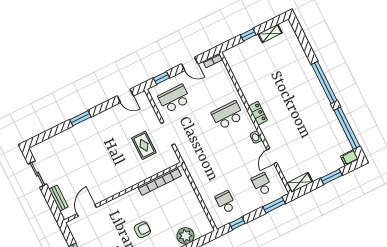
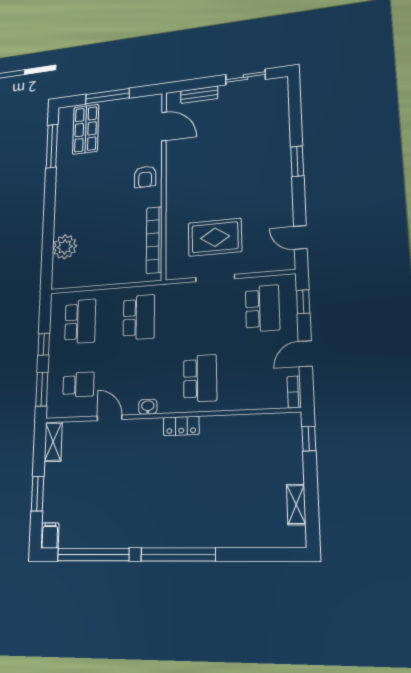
window: (248, 35) -> (309, 439), moved
door: (125, 96) -> (300, 238), hinge flipped
rug: (144, 145) -> (215, 237), width x1.36, depth x1.43
school desk: (209, 168) -> (139, 317), added
school desk: (226, 202) -> (80, 321), width x1.85
window: (237, 223) -> (44, 344), moved
armchair: (142, 230) -> (145, 177), moved

